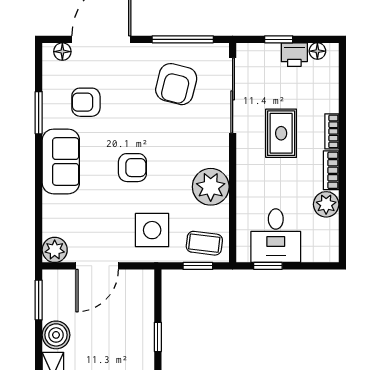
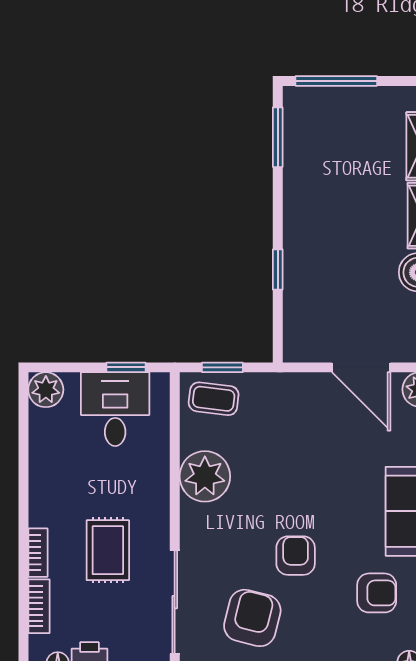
armchair: (132, 168) -> (296, 556), moved, turned 90
bookcase: (331, 170) -> (39, 606), moved
plant: (326, 204) -> (46, 390), moved
side table: (152, 230) -> (286, 417), removed
door: (97, 266) -> (361, 367), swing flipped

